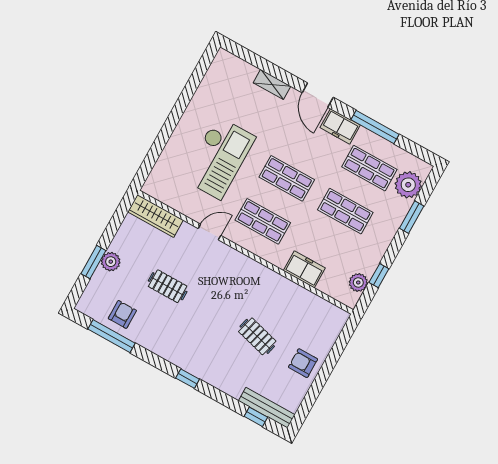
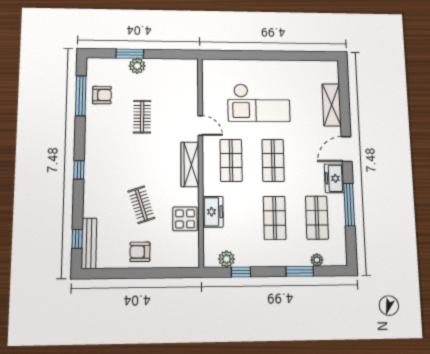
shelving: (272, 84) -> (332, 105), width x1.50, depth x1.33
plant: (408, 185) -> (317, 260), width x0.53, depth x0.53
wardrobe: (156, 216) -> (190, 164), moved
display table: (296, 301) -> (185, 219), added
clothes rail: (257, 336) -> (141, 205), turned -33
armchair: (303, 363) -> (140, 252), turned -90

